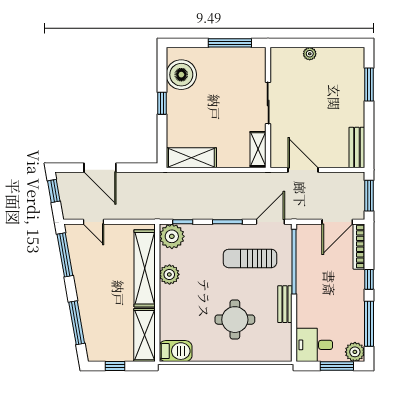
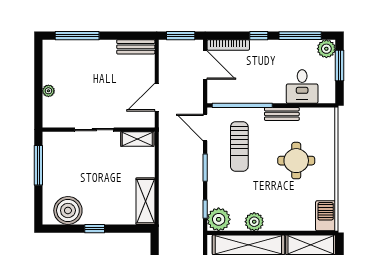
window: (369, 84) -> (77, 36), width x1.44
desk: (314, 345) -> (302, 87), moved

